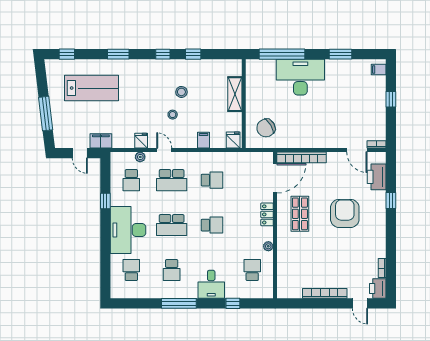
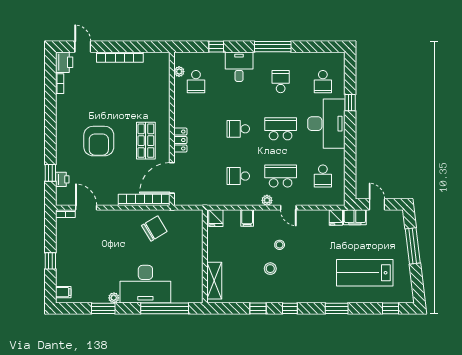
plant: (330, 64) -> (114, 298), added
shelving: (235, 94) -> (214, 281), moved
chair: (266, 128) -> (154, 229), moved
fridge: (141, 141) -> (336, 218), moved
plant: (140, 157) -> (267, 200), moved
printer: (377, 177) -> (62, 179), width x0.53, depth x0.68
school desk: (131, 180) -> (323, 176), turned 180
window: (391, 200) -> (50, 173), moved
window: (105, 201) -> (350, 103), moved
plant: (268, 246) -> (179, 72), moved

